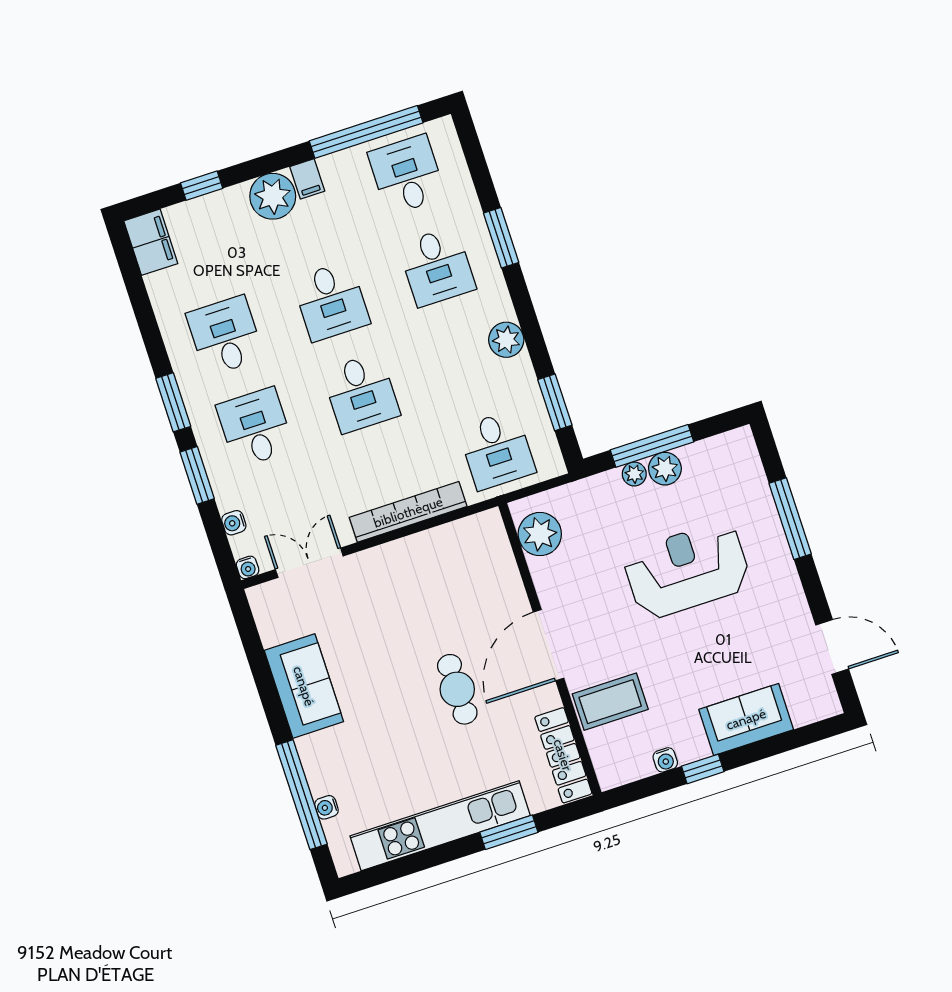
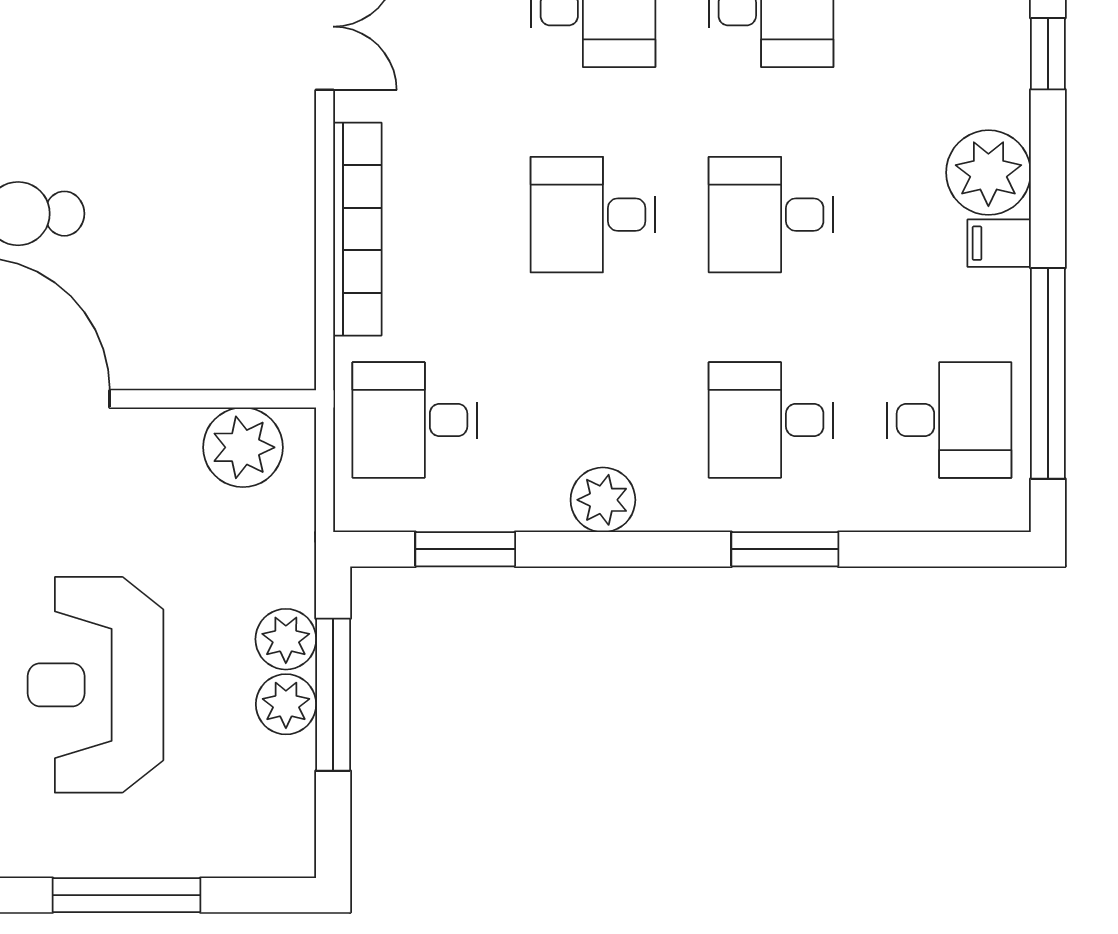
plant: (634, 474) -> (286, 639), width x1.38, depth x1.38
reception desk: (687, 570) -> (95, 685), turned 180

